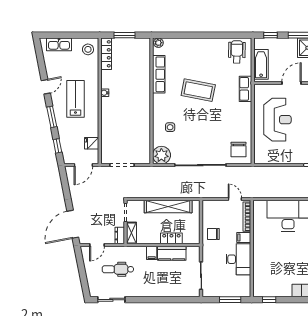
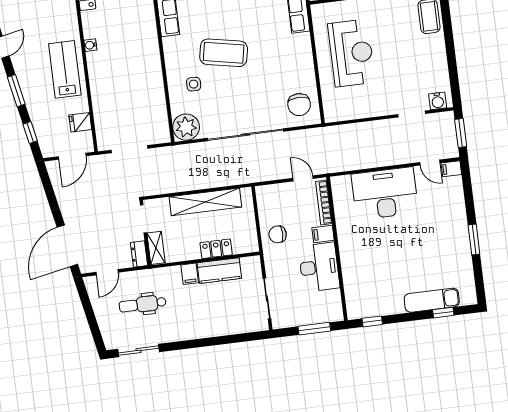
coffee table: (198, 90) -> (224, 53), moved
lab bench: (75, 99) -> (65, 69), moved

